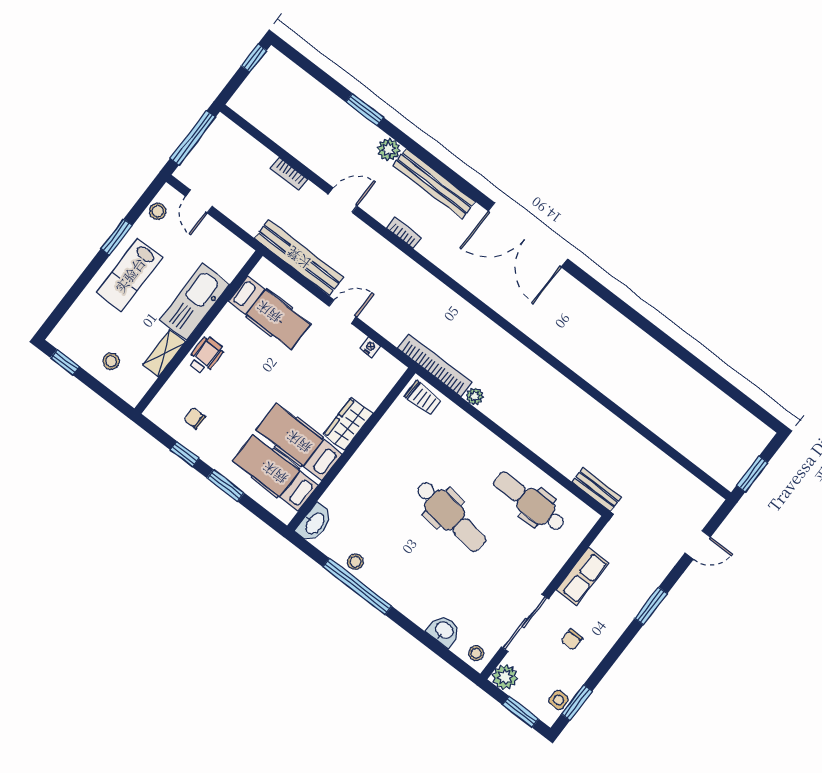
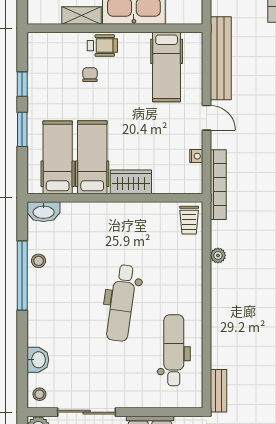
bookcase: (435, 366) -> (218, 185), moved
chair: (195, 418) -> (90, 75), moved

